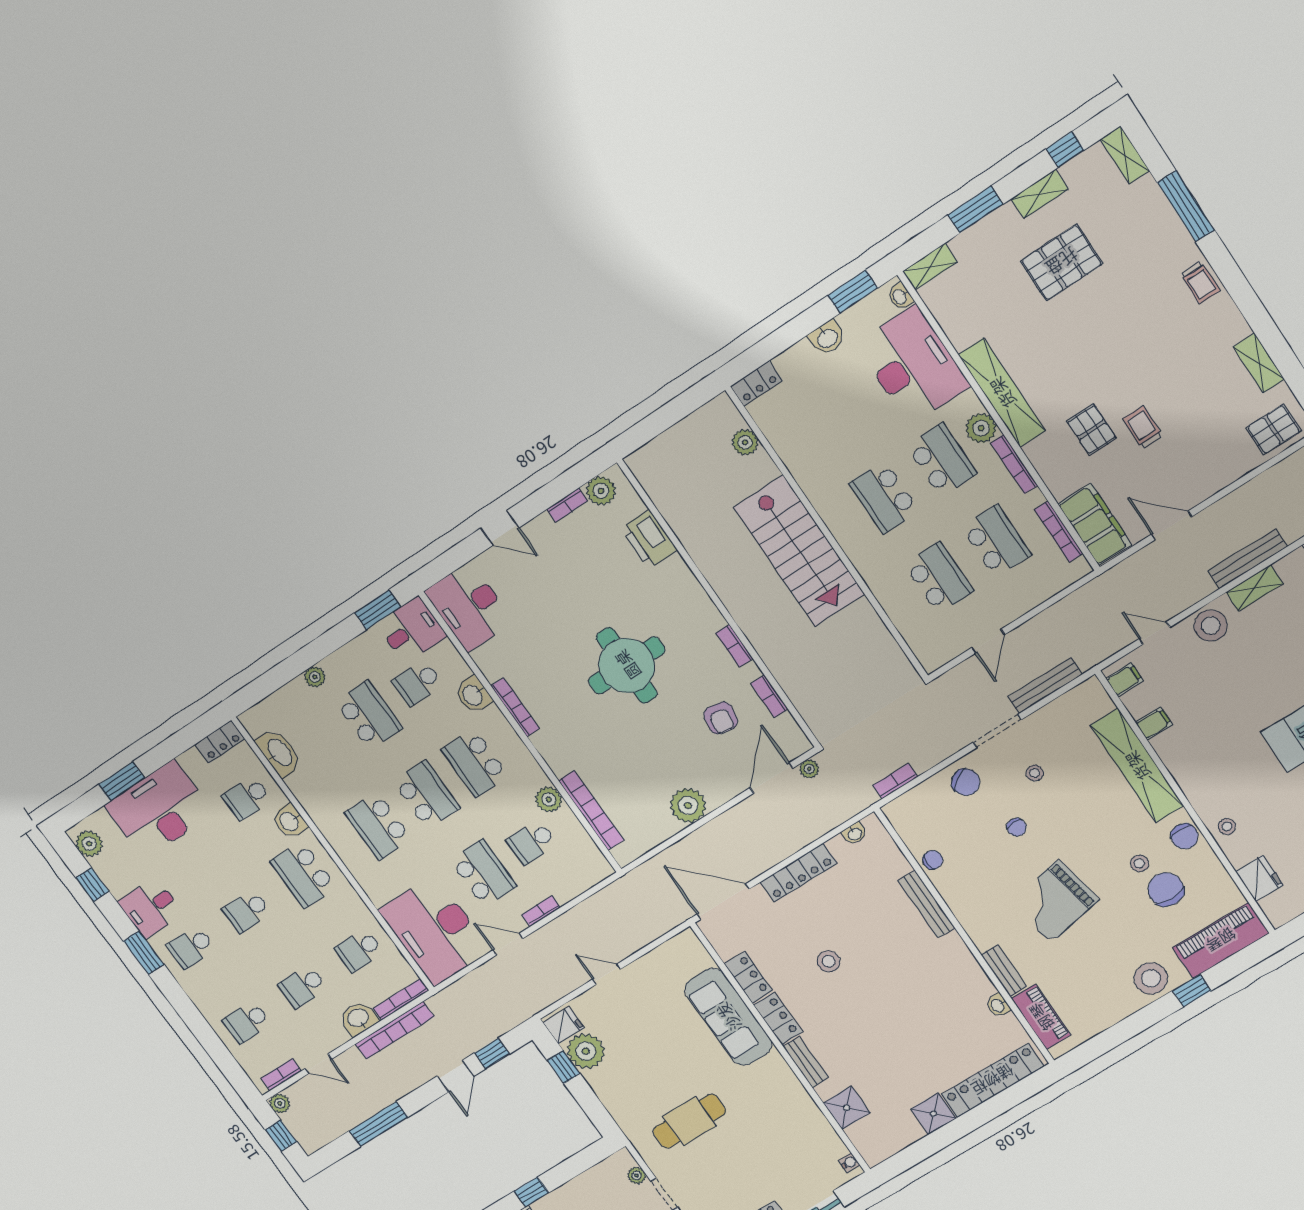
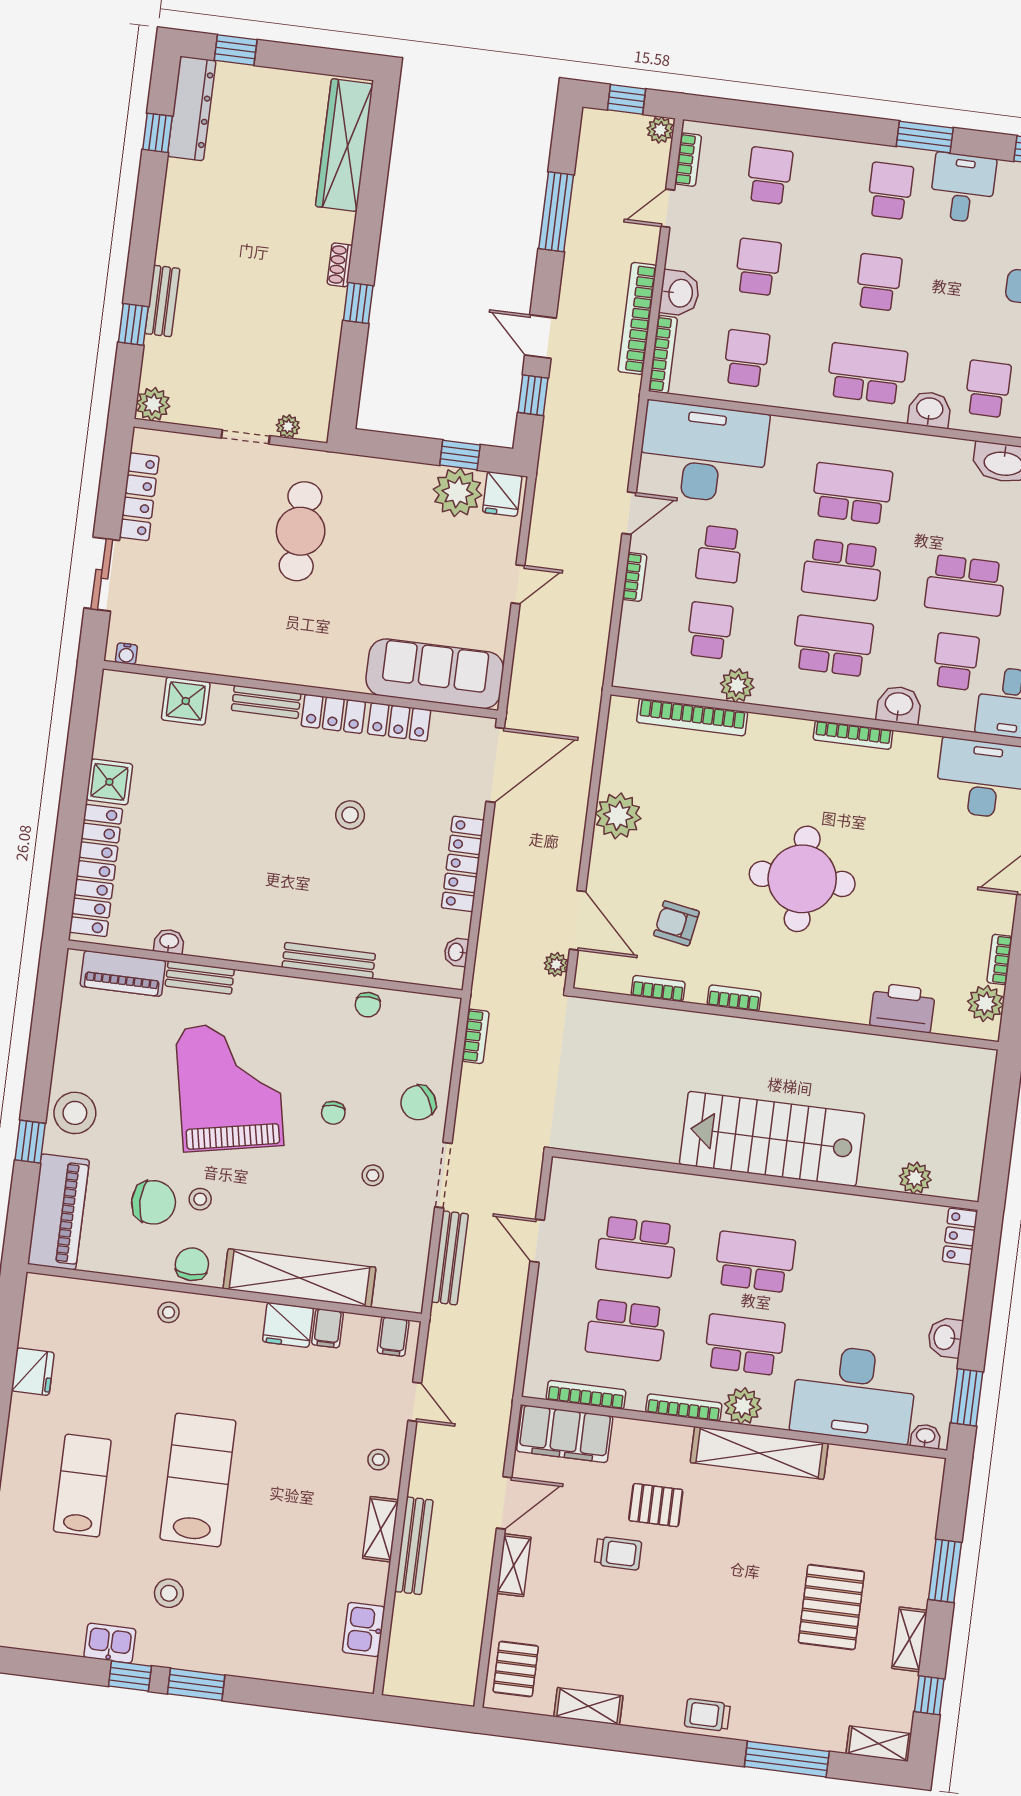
shelving: (930, 267) -> (514, 1565), moved
school desk: (942, 460) -> (744, 1345), turned 180
stool: (1211, 625) -> (378, 1460), width x0.53, depth x0.53
door: (1154, 633) -> (415, 1402), hinge flipped
chair: (1017, 827) -> (333, 1113), turned -90
chair: (1185, 836) -> (192, 1264), turned 90
school desk: (483, 873) -> (719, 554), width x0.54
fridge: (1259, 878) -> (288, 1325), moved
grand piano: (1055, 901) -> (229, 1086), width x1.37, depth x1.48
sofa: (728, 1017) -> (435, 674), moved

